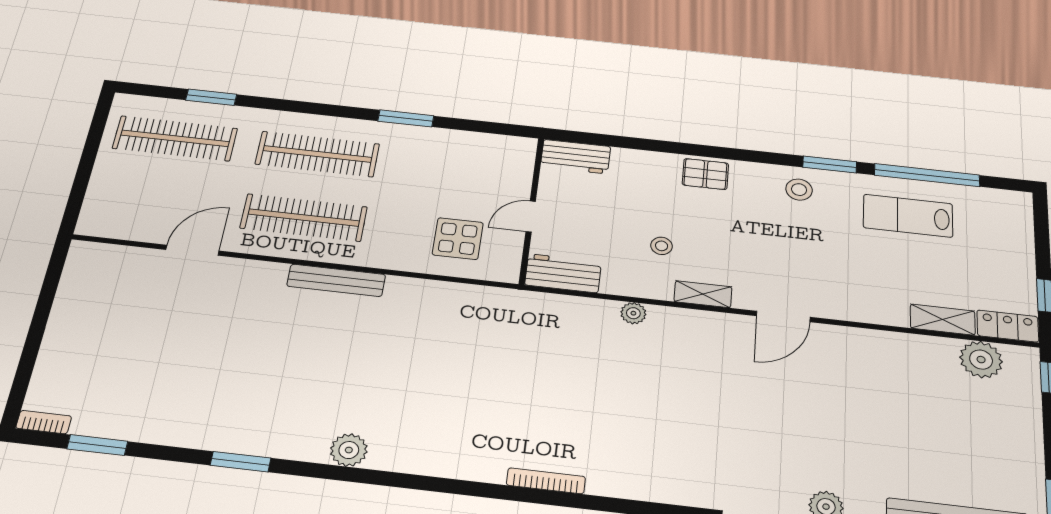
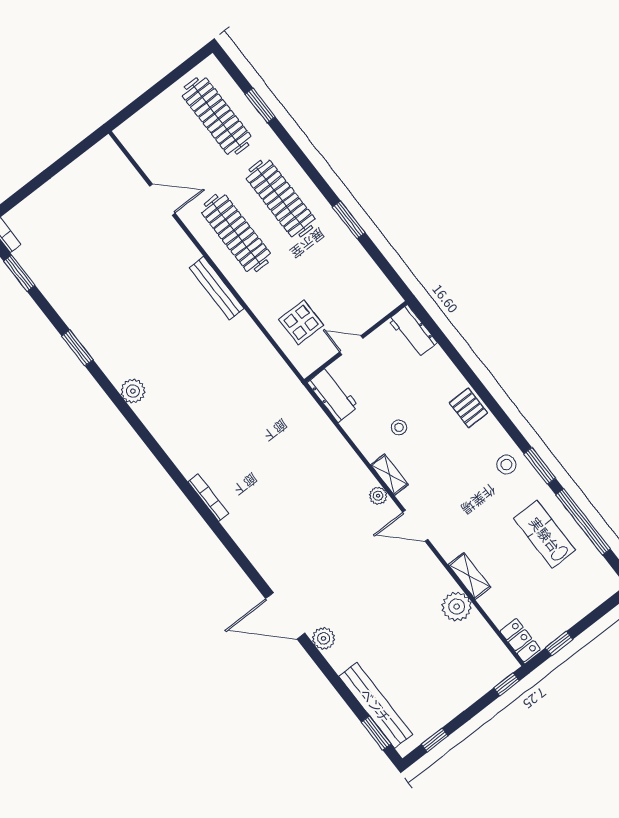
plant: (633, 313) -> (378, 496), moved
shelving: (943, 320) -> (469, 576), moved
plant: (981, 360) -> (457, 607), moved

